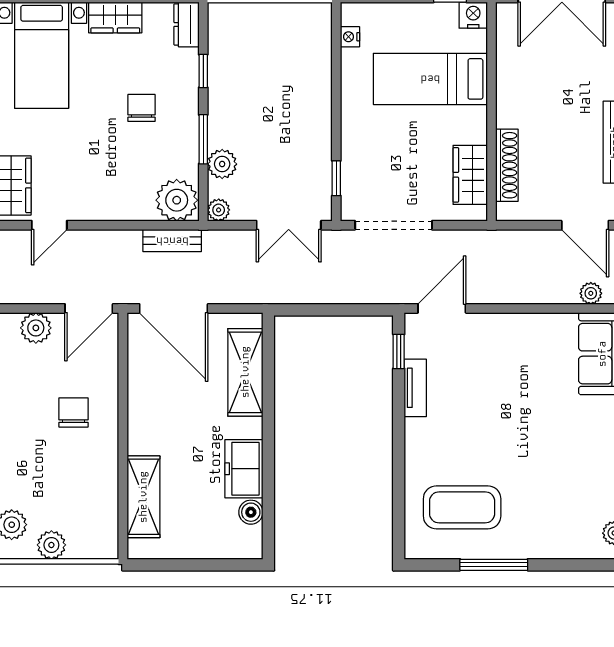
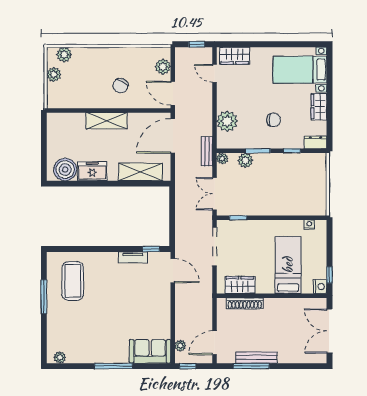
plant: (177, 200) -> (227, 121), moved
bench: (172, 241) -> (207, 151), moved
chair: (73, 412) -> (121, 86), turned 116
shelving: (143, 497) -> (107, 121), moved
boiler: (251, 512) -> (65, 170), width x1.86, depth x1.86

